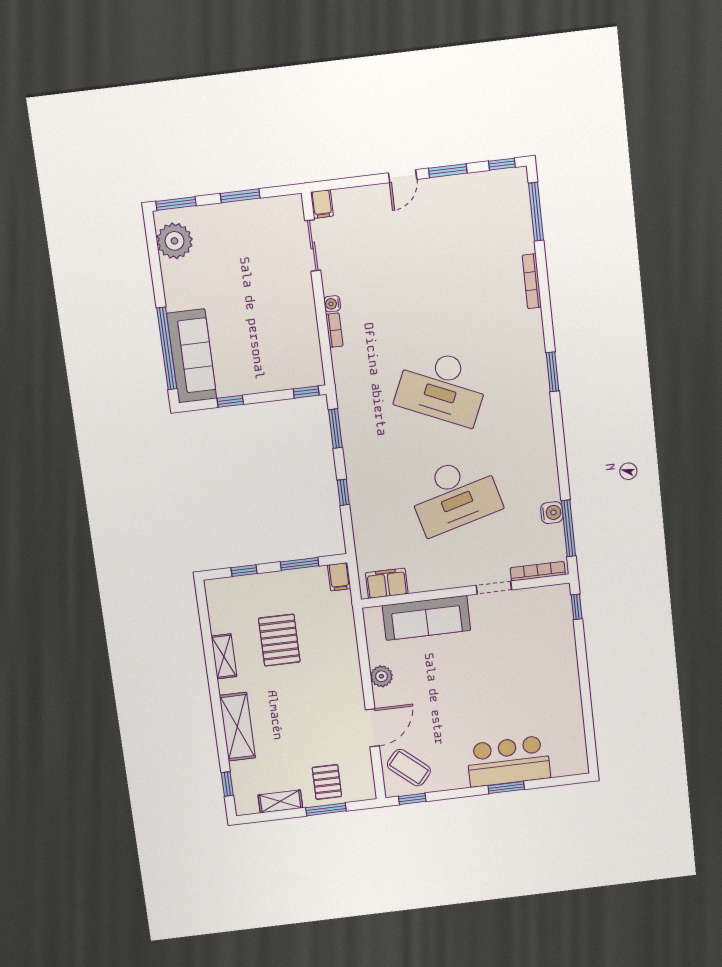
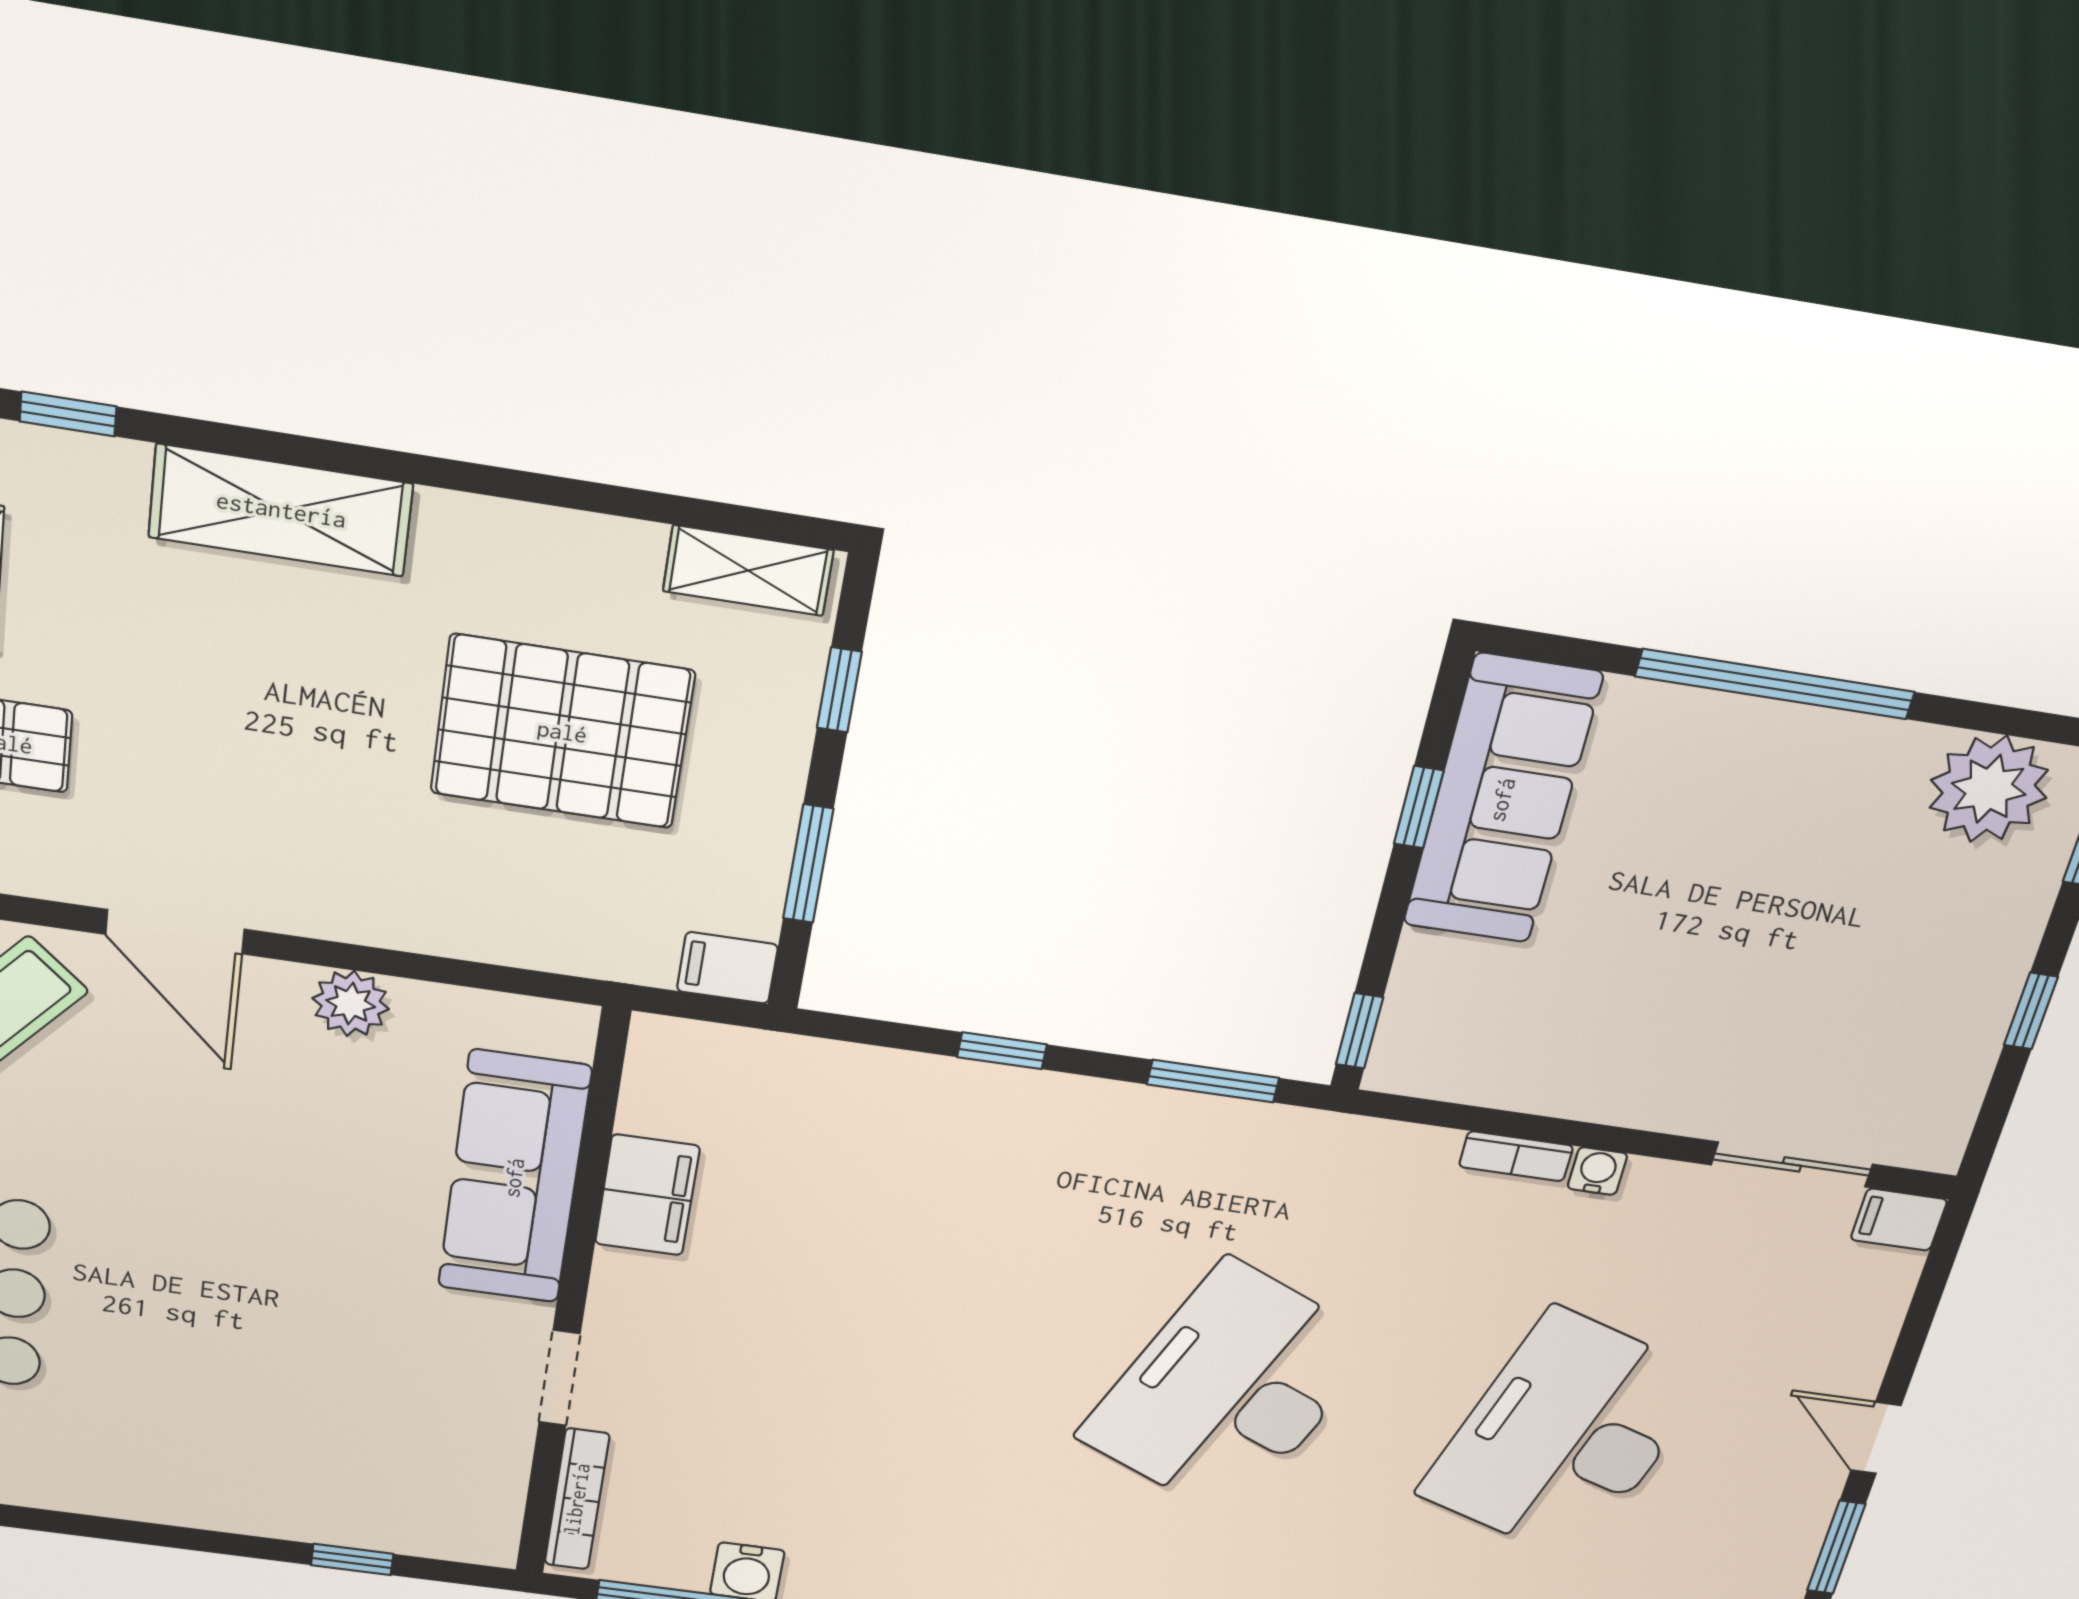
window: (240, 196) -> (2031, 1011), width x0.67
window: (167, 348) -> (1775, 684), moved
sofa: (192, 356) -> (1502, 800), moved, turned -90
desk: (454, 495) -> (1565, 1436), moved, turned 33
filing cabinet: (387, 583) -> (647, 1195), moved
window: (577, 607) -> (352, 1559), moved
pallet: (279, 640) -> (562, 732), width x1.37, depth x1.41
shelving: (224, 656) -> (748, 571), moved

